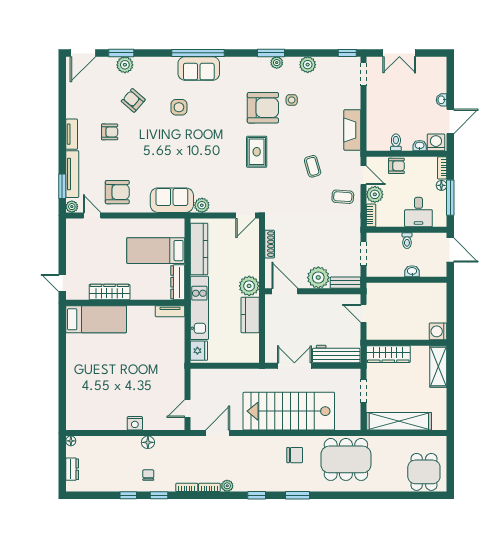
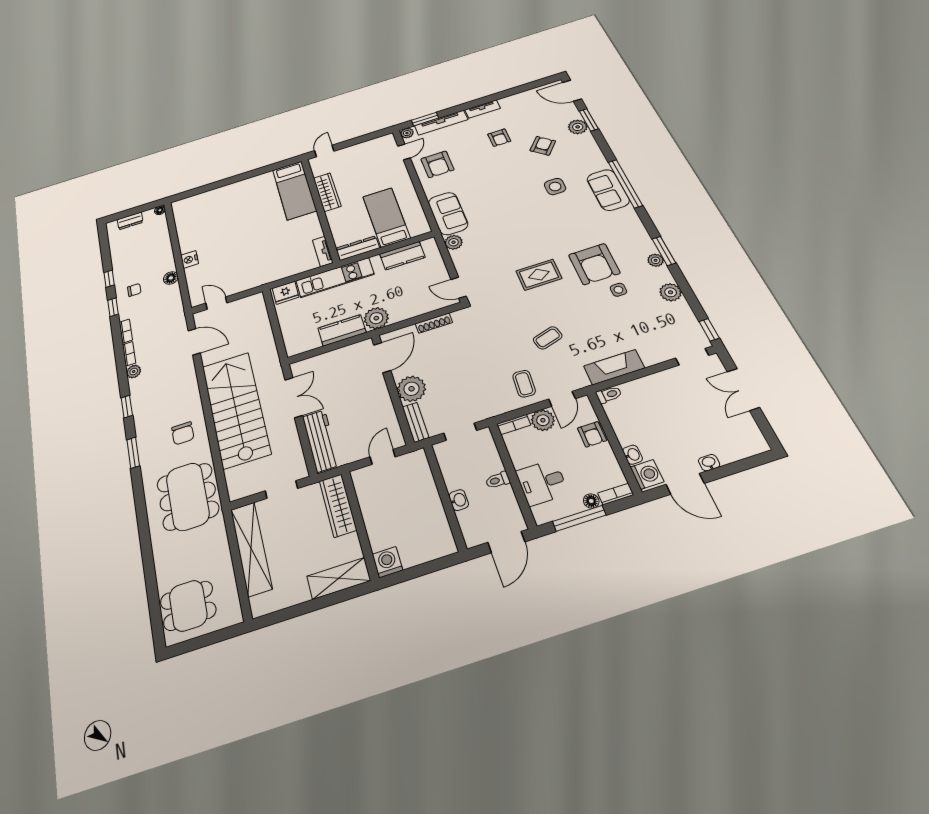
toilet: (396, 142) -> (609, 395), moved
kitchen counter: (199, 249) -> (402, 256), width x0.67

